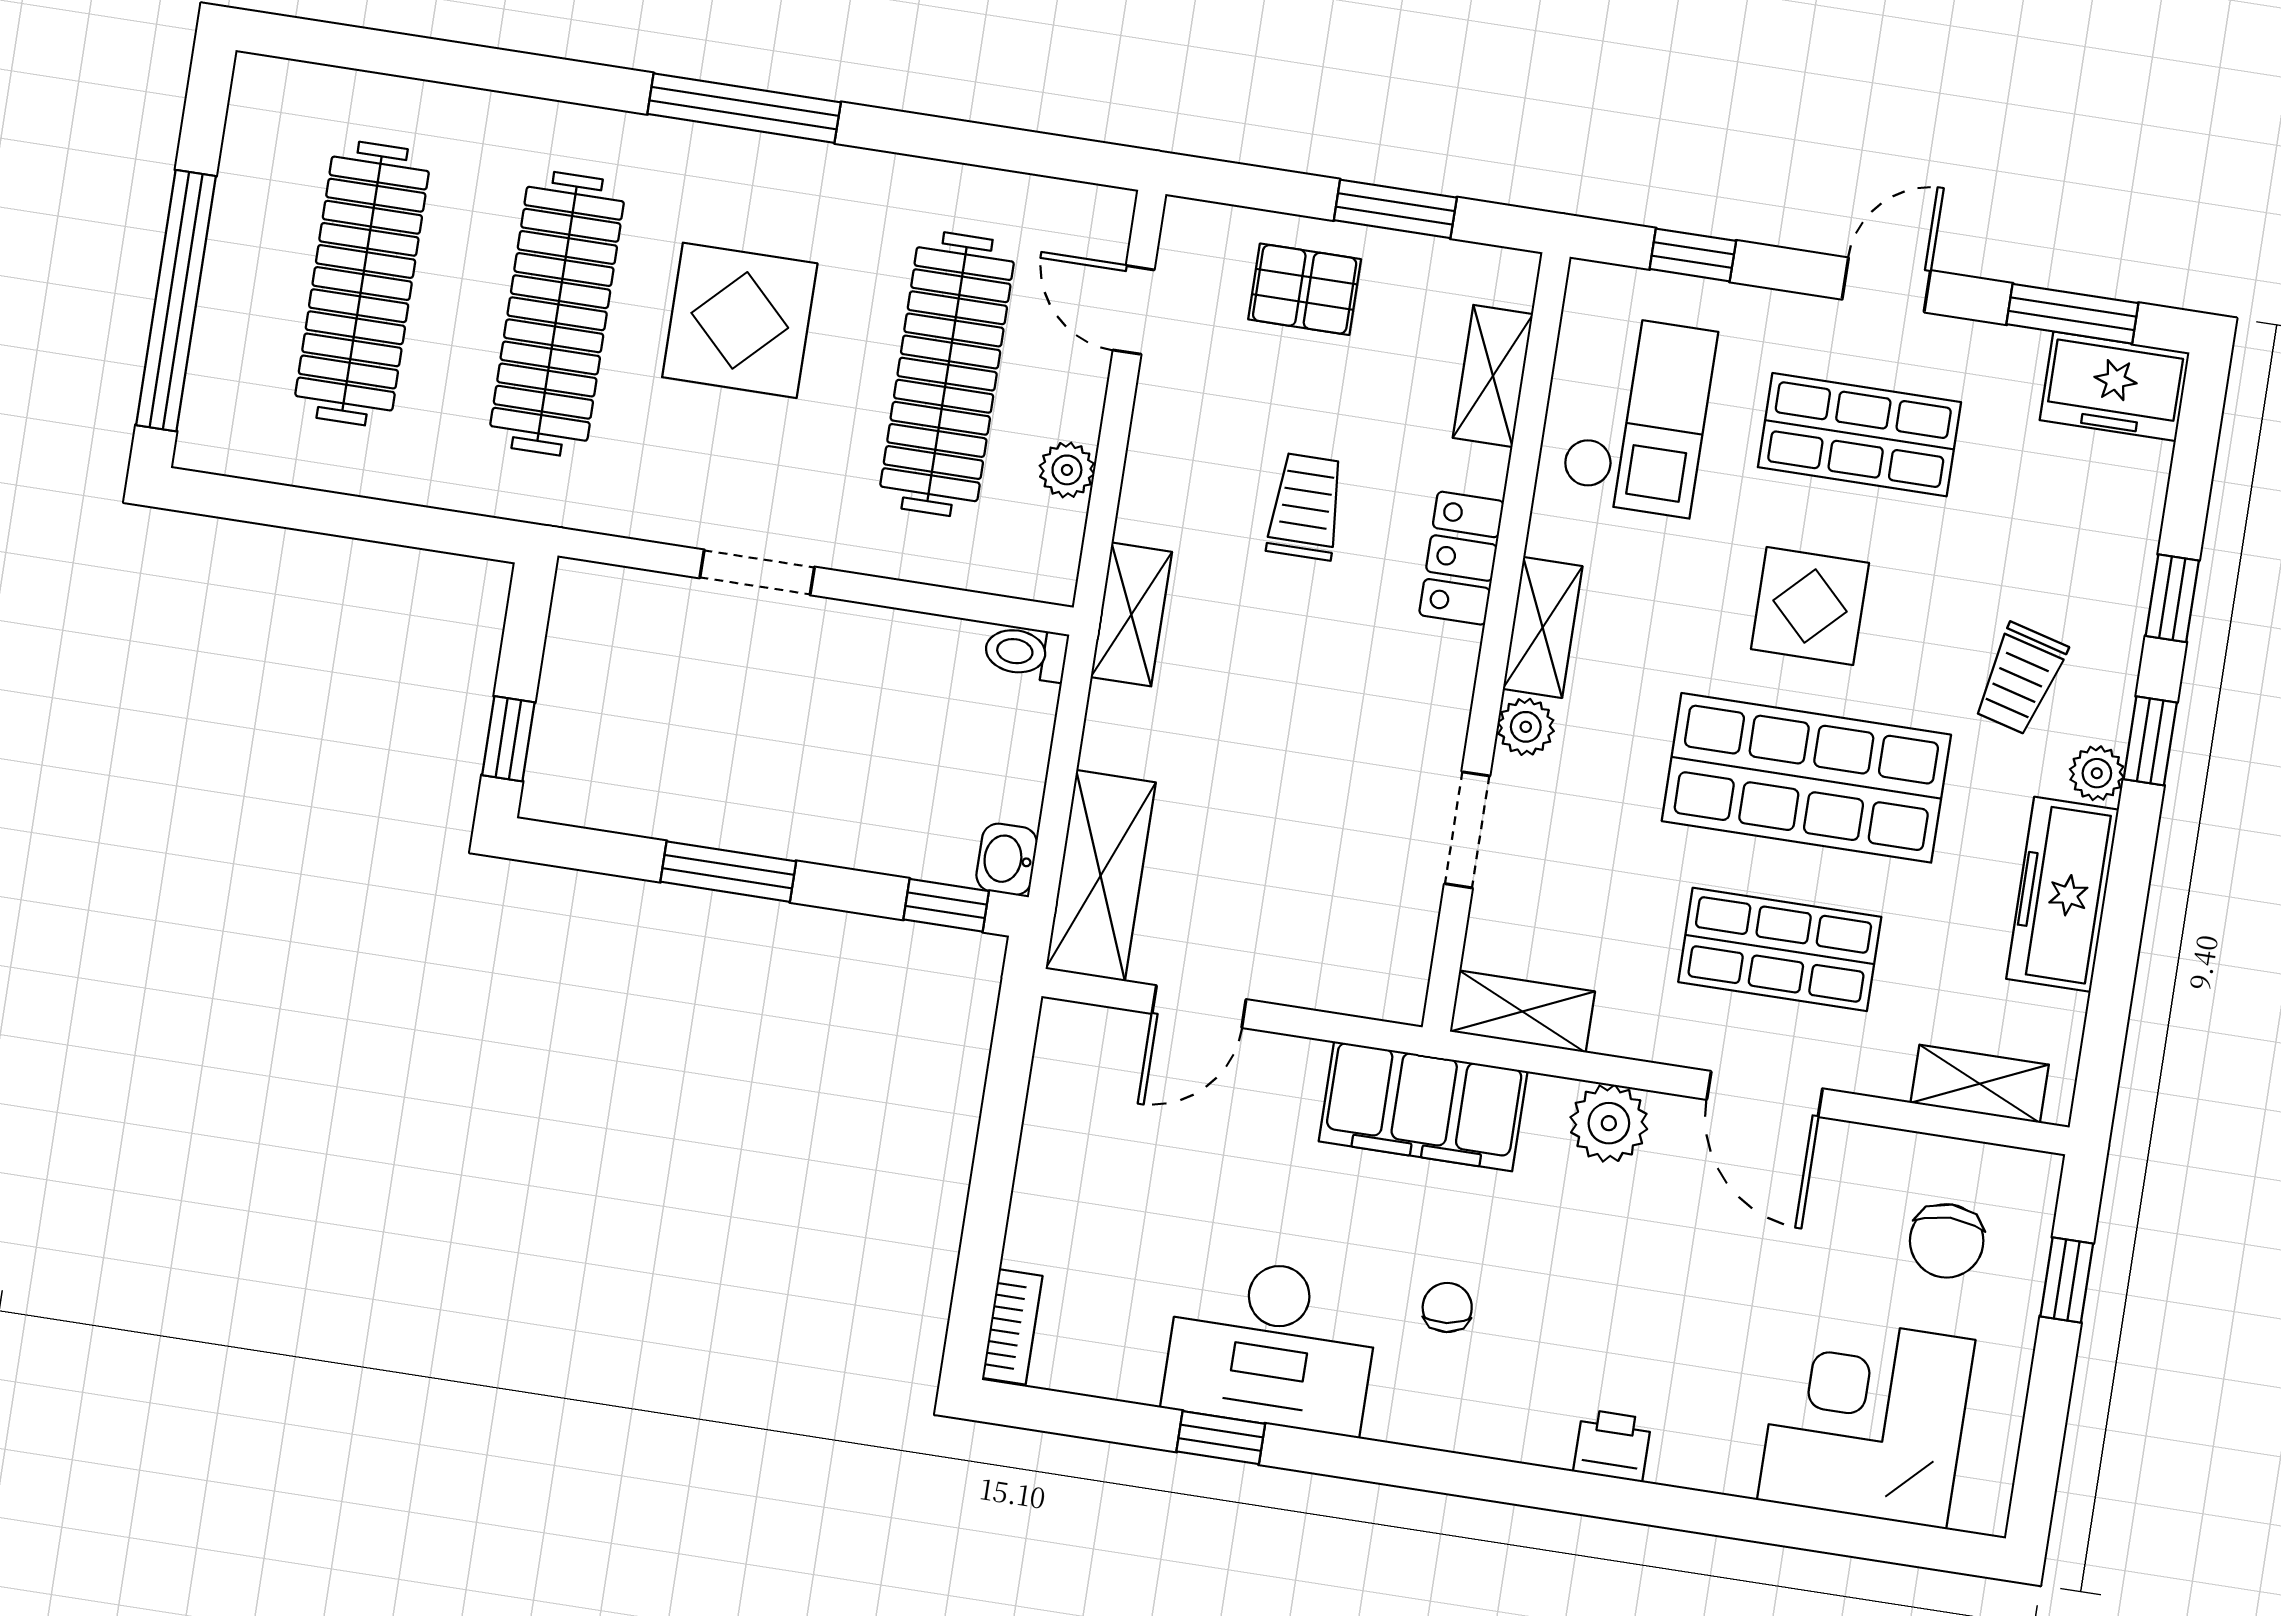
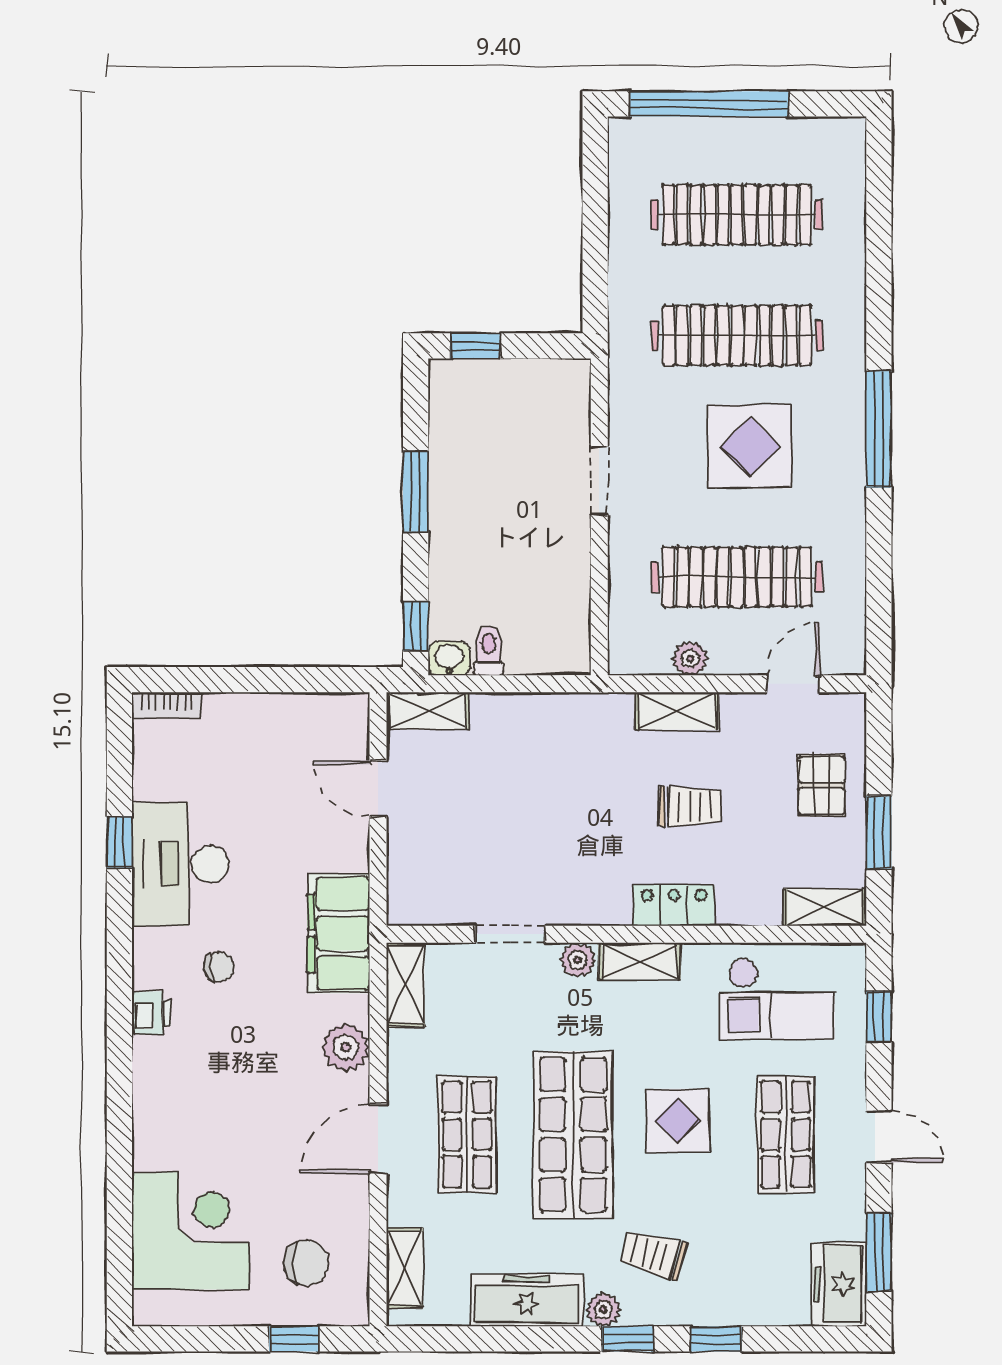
shelving: (1493, 376) -> (825, 907), moved
shelving: (1131, 614) -> (677, 711), moved
toilet: (1026, 653) -> (489, 651), moved
shelving: (1101, 876) -> (427, 711), width x0.67, depth x0.75
chair: (1947, 1241) -> (306, 1263), turned 180
printer: (1612, 1445) -> (151, 1013), moved

